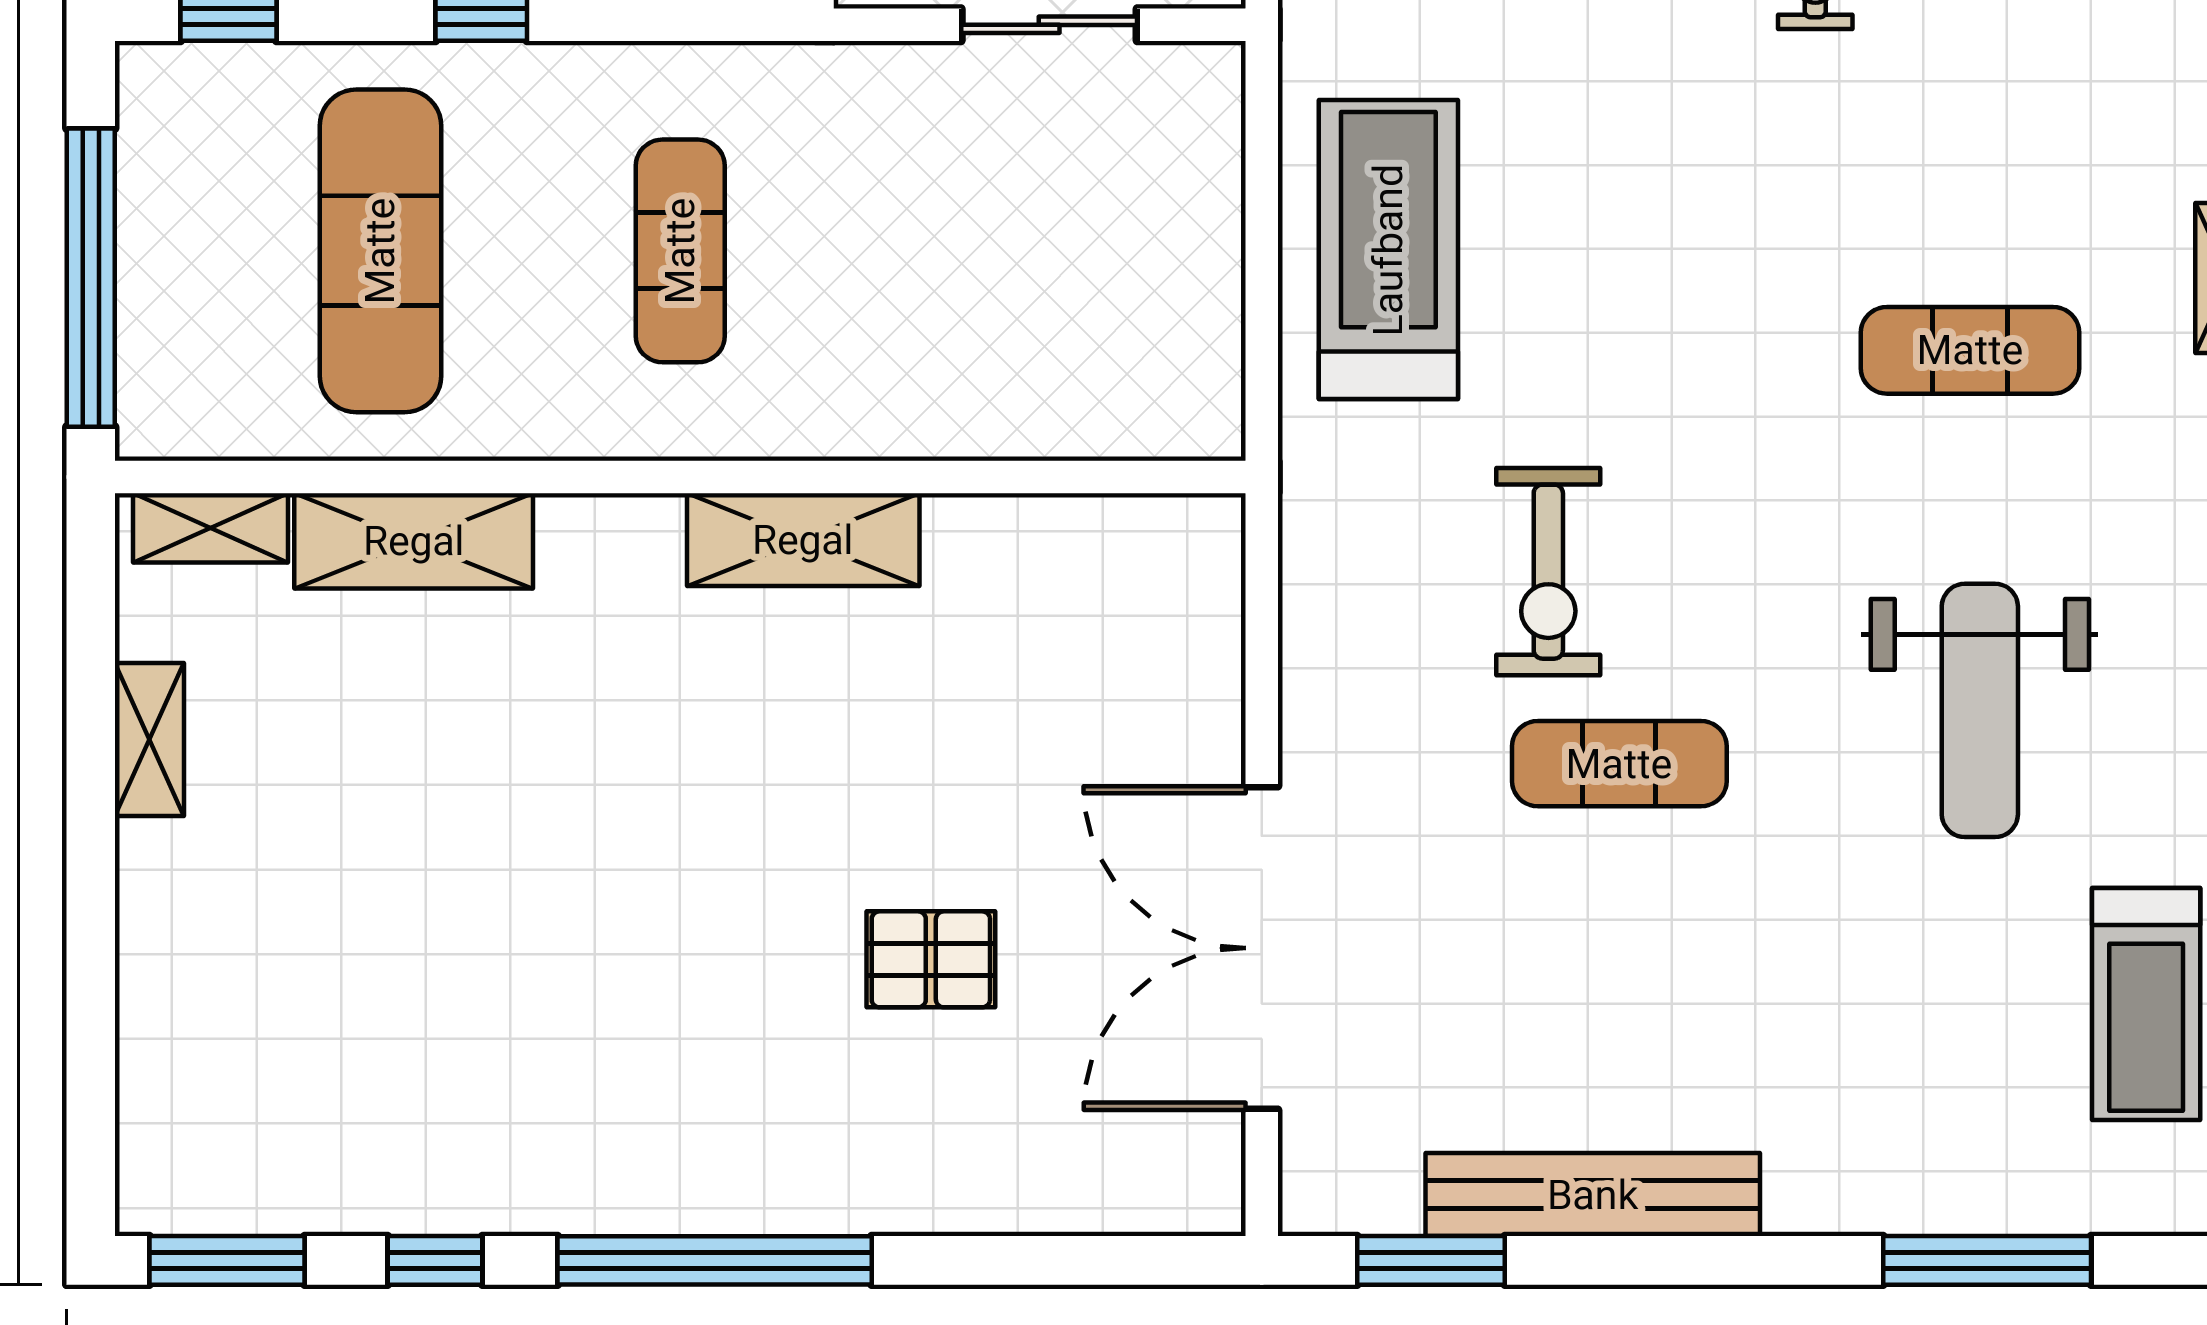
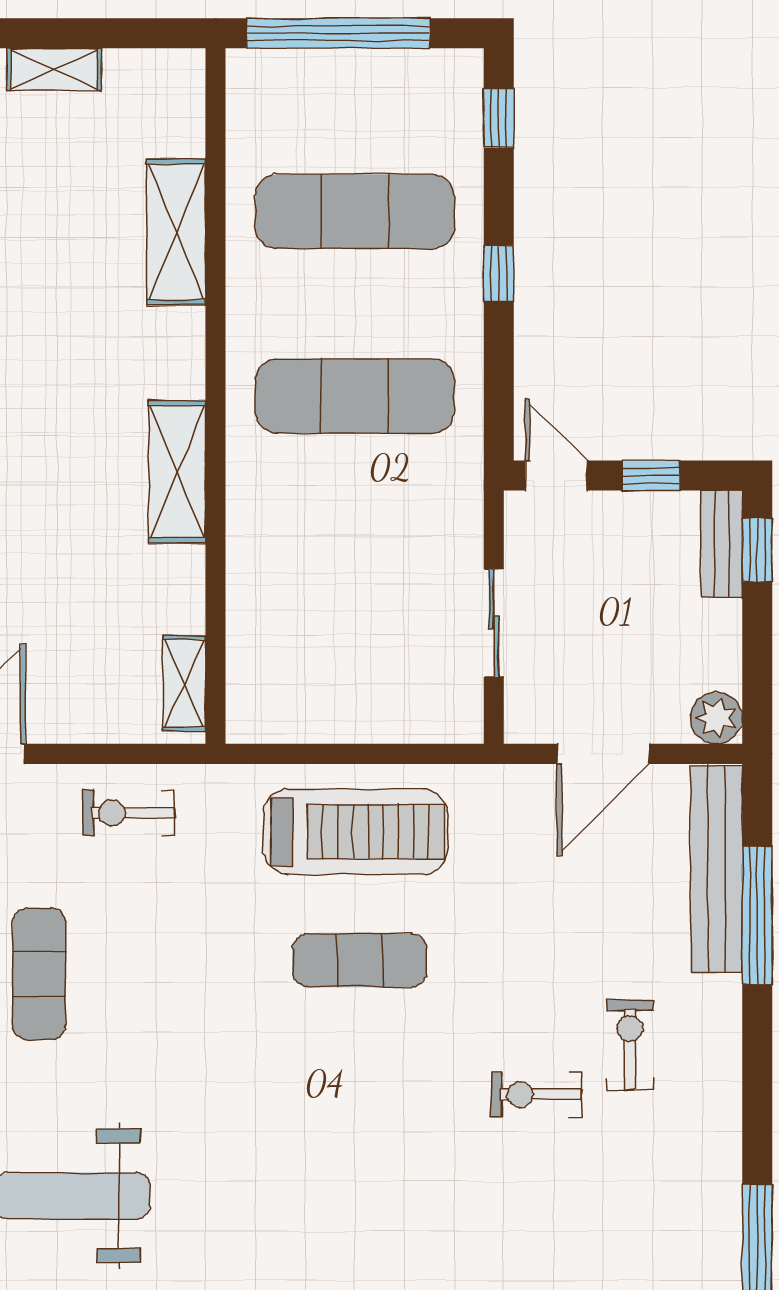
exercise mat: (680, 251) -> (355, 396), width x1.36, depth x1.45
exercise mat: (1970, 350) -> (360, 960), moved, turned 90
shelving: (211, 528) -> (184, 683), moved
exercise bike: (1548, 572) -> (128, 813), moved, width x0.73, depth x0.72

